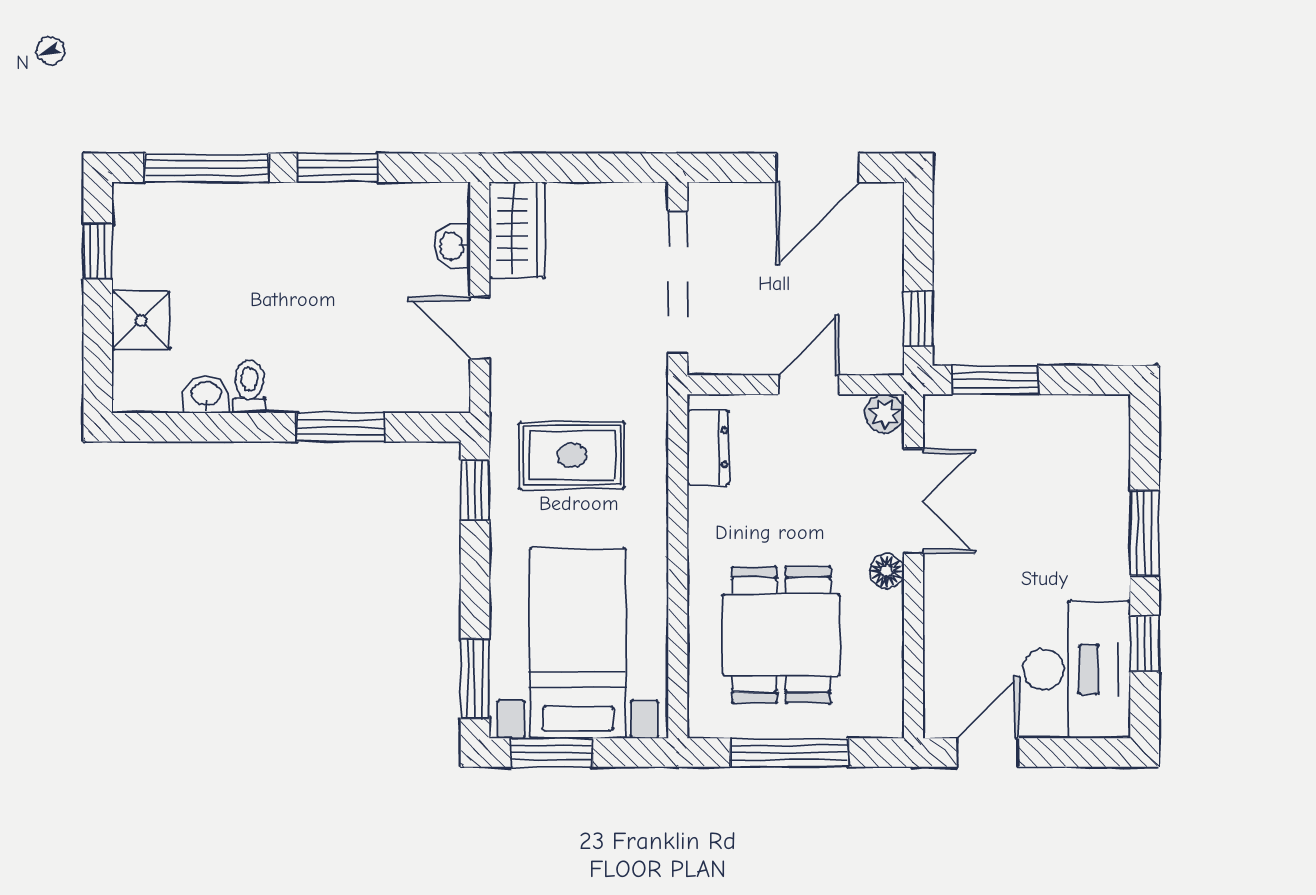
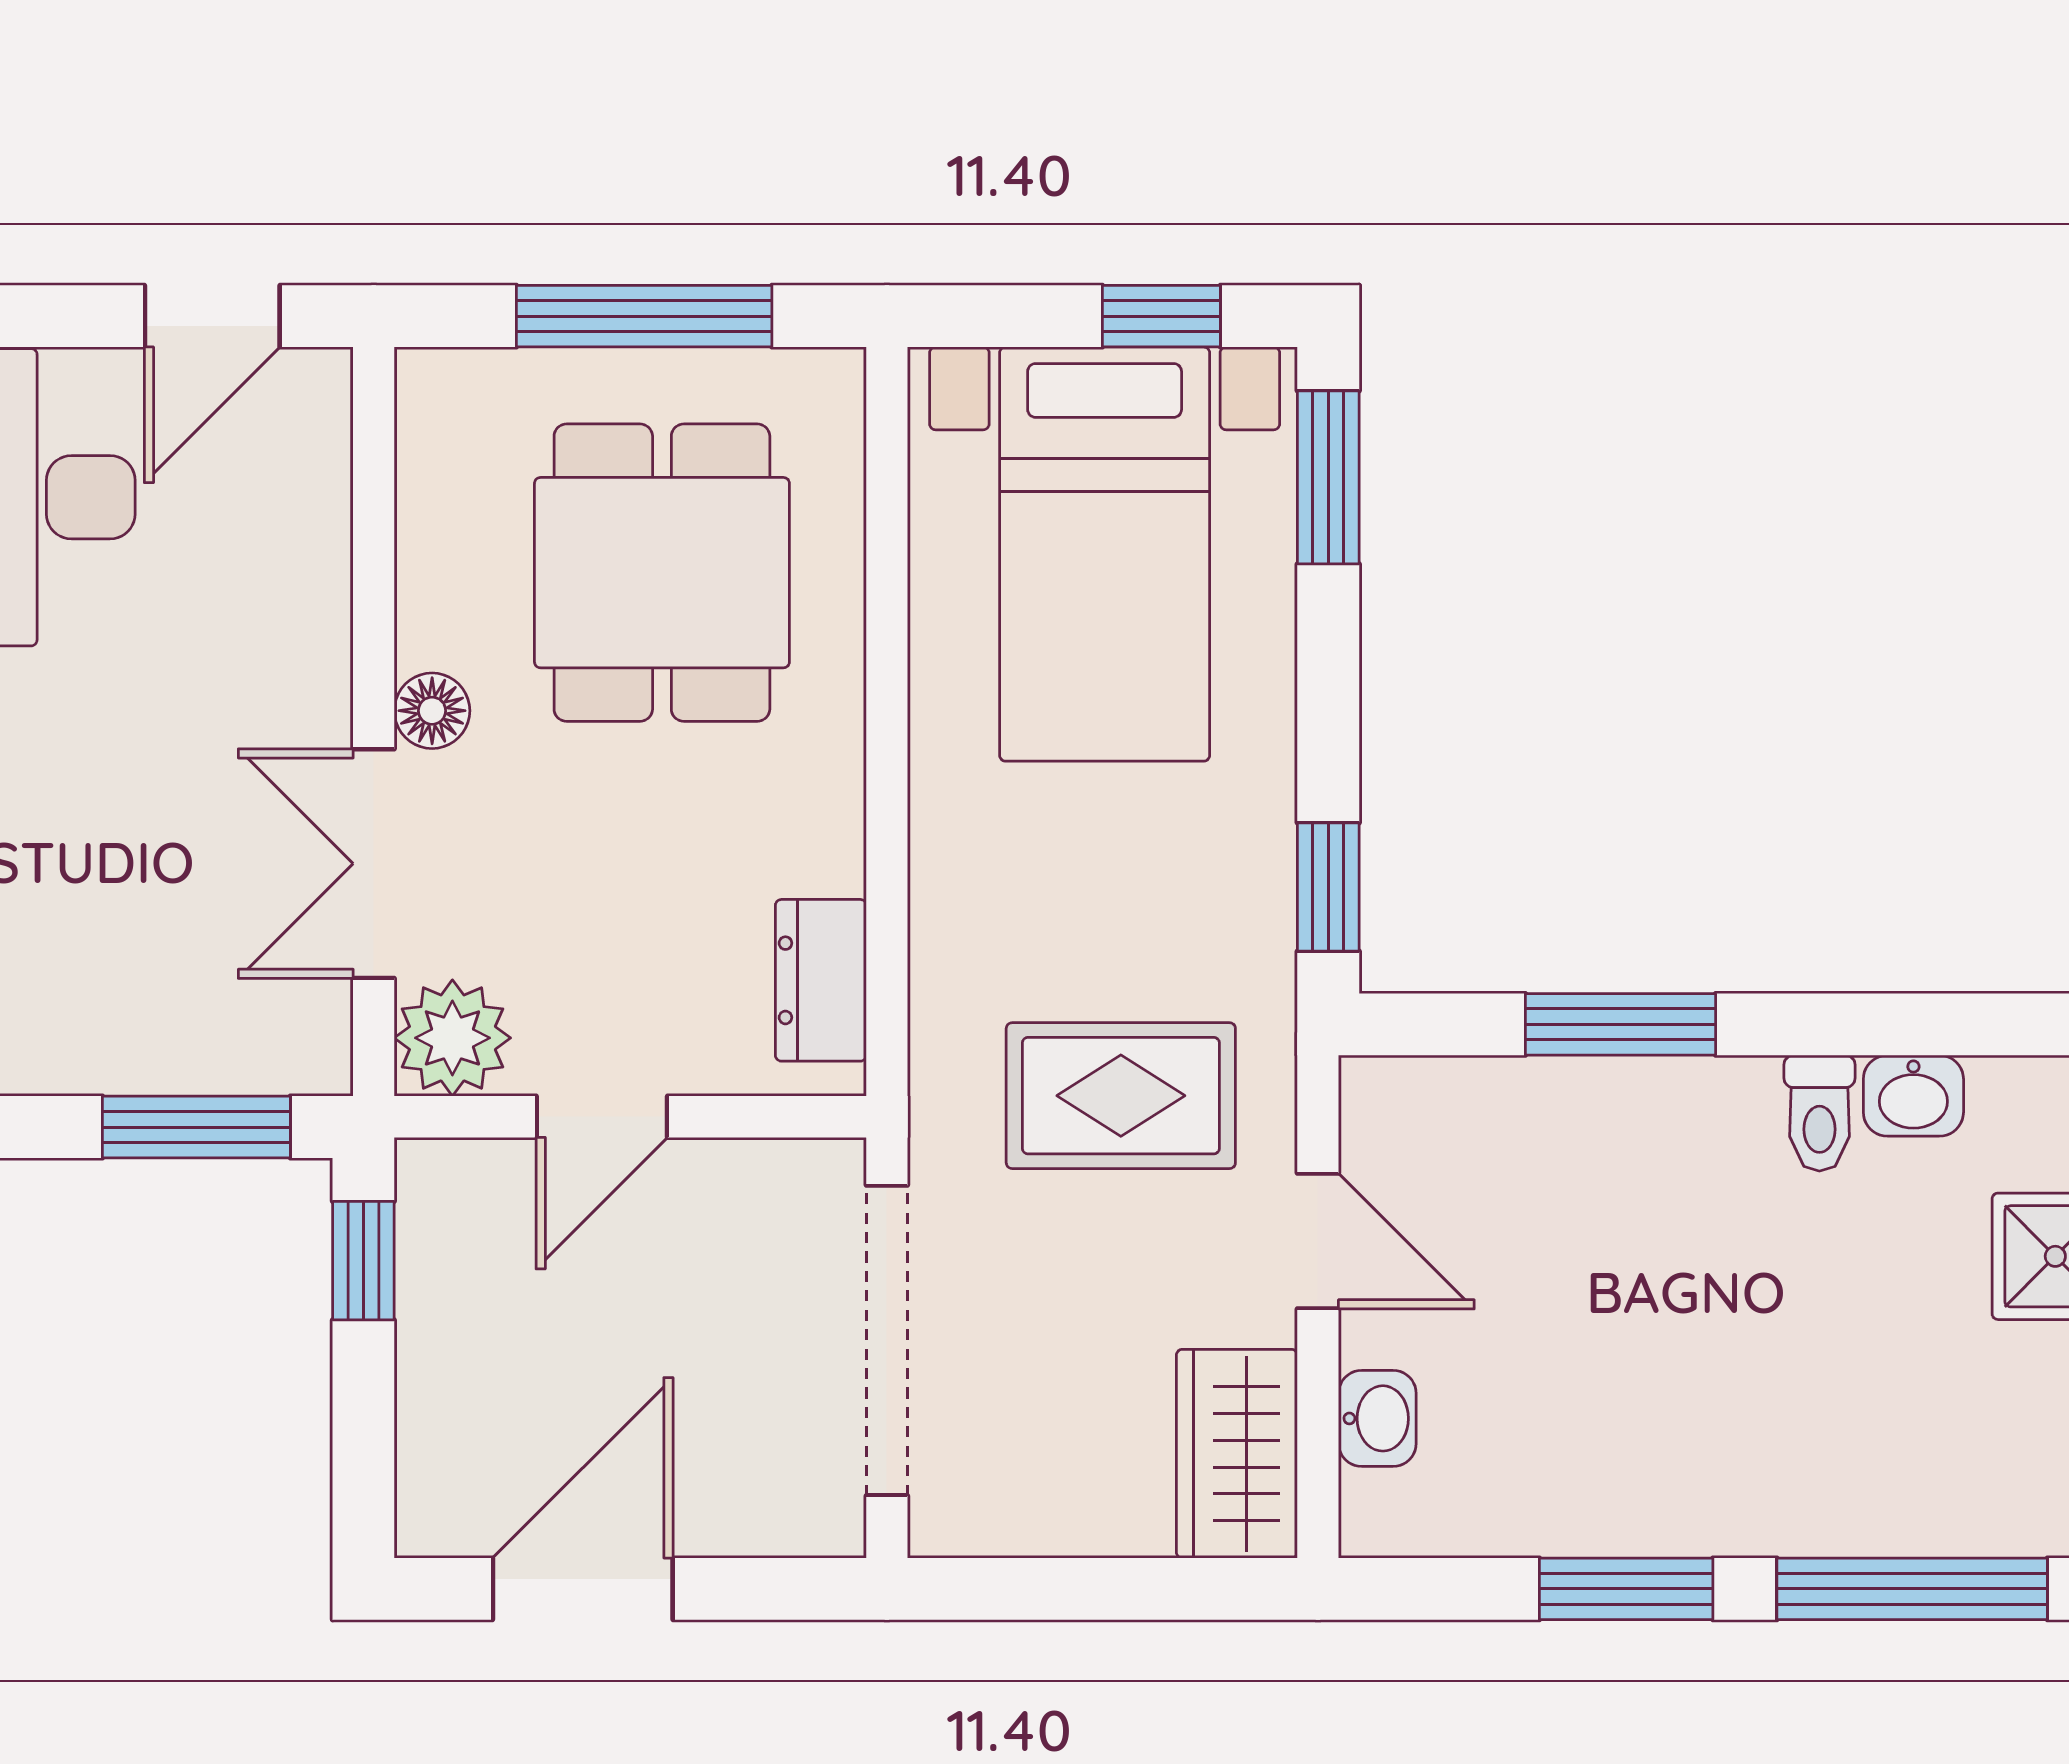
plant: (885, 414) -> (452, 1038), width x1.38, depth x1.38
rug: (572, 455) -> (1121, 1096), moved
window: (552, 753) -> (1161, 316), width x0.67

